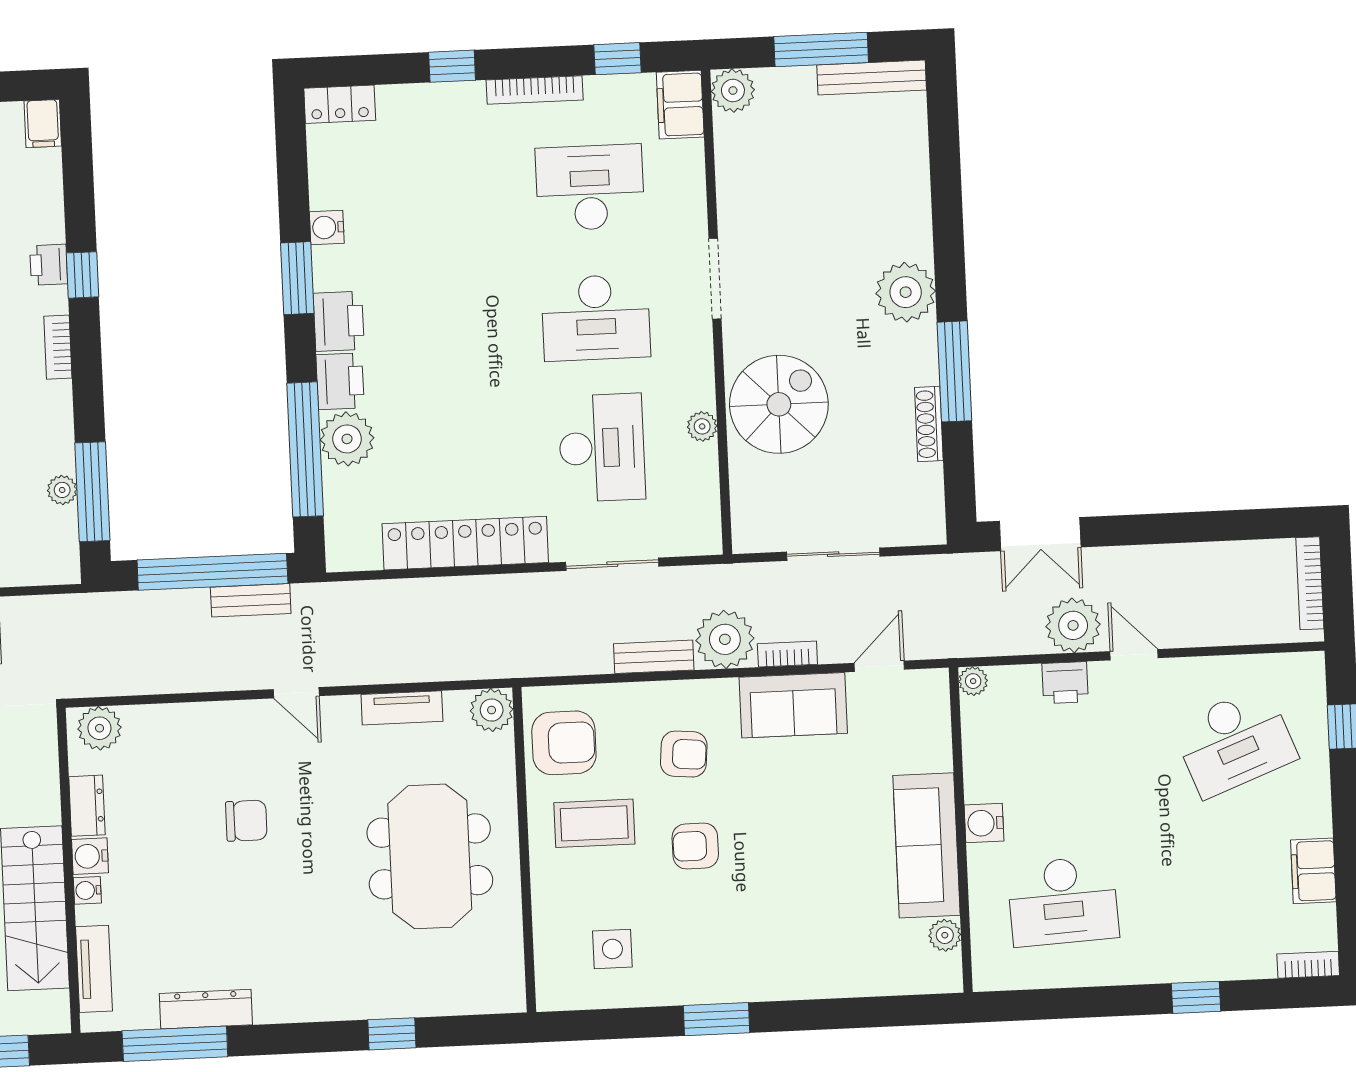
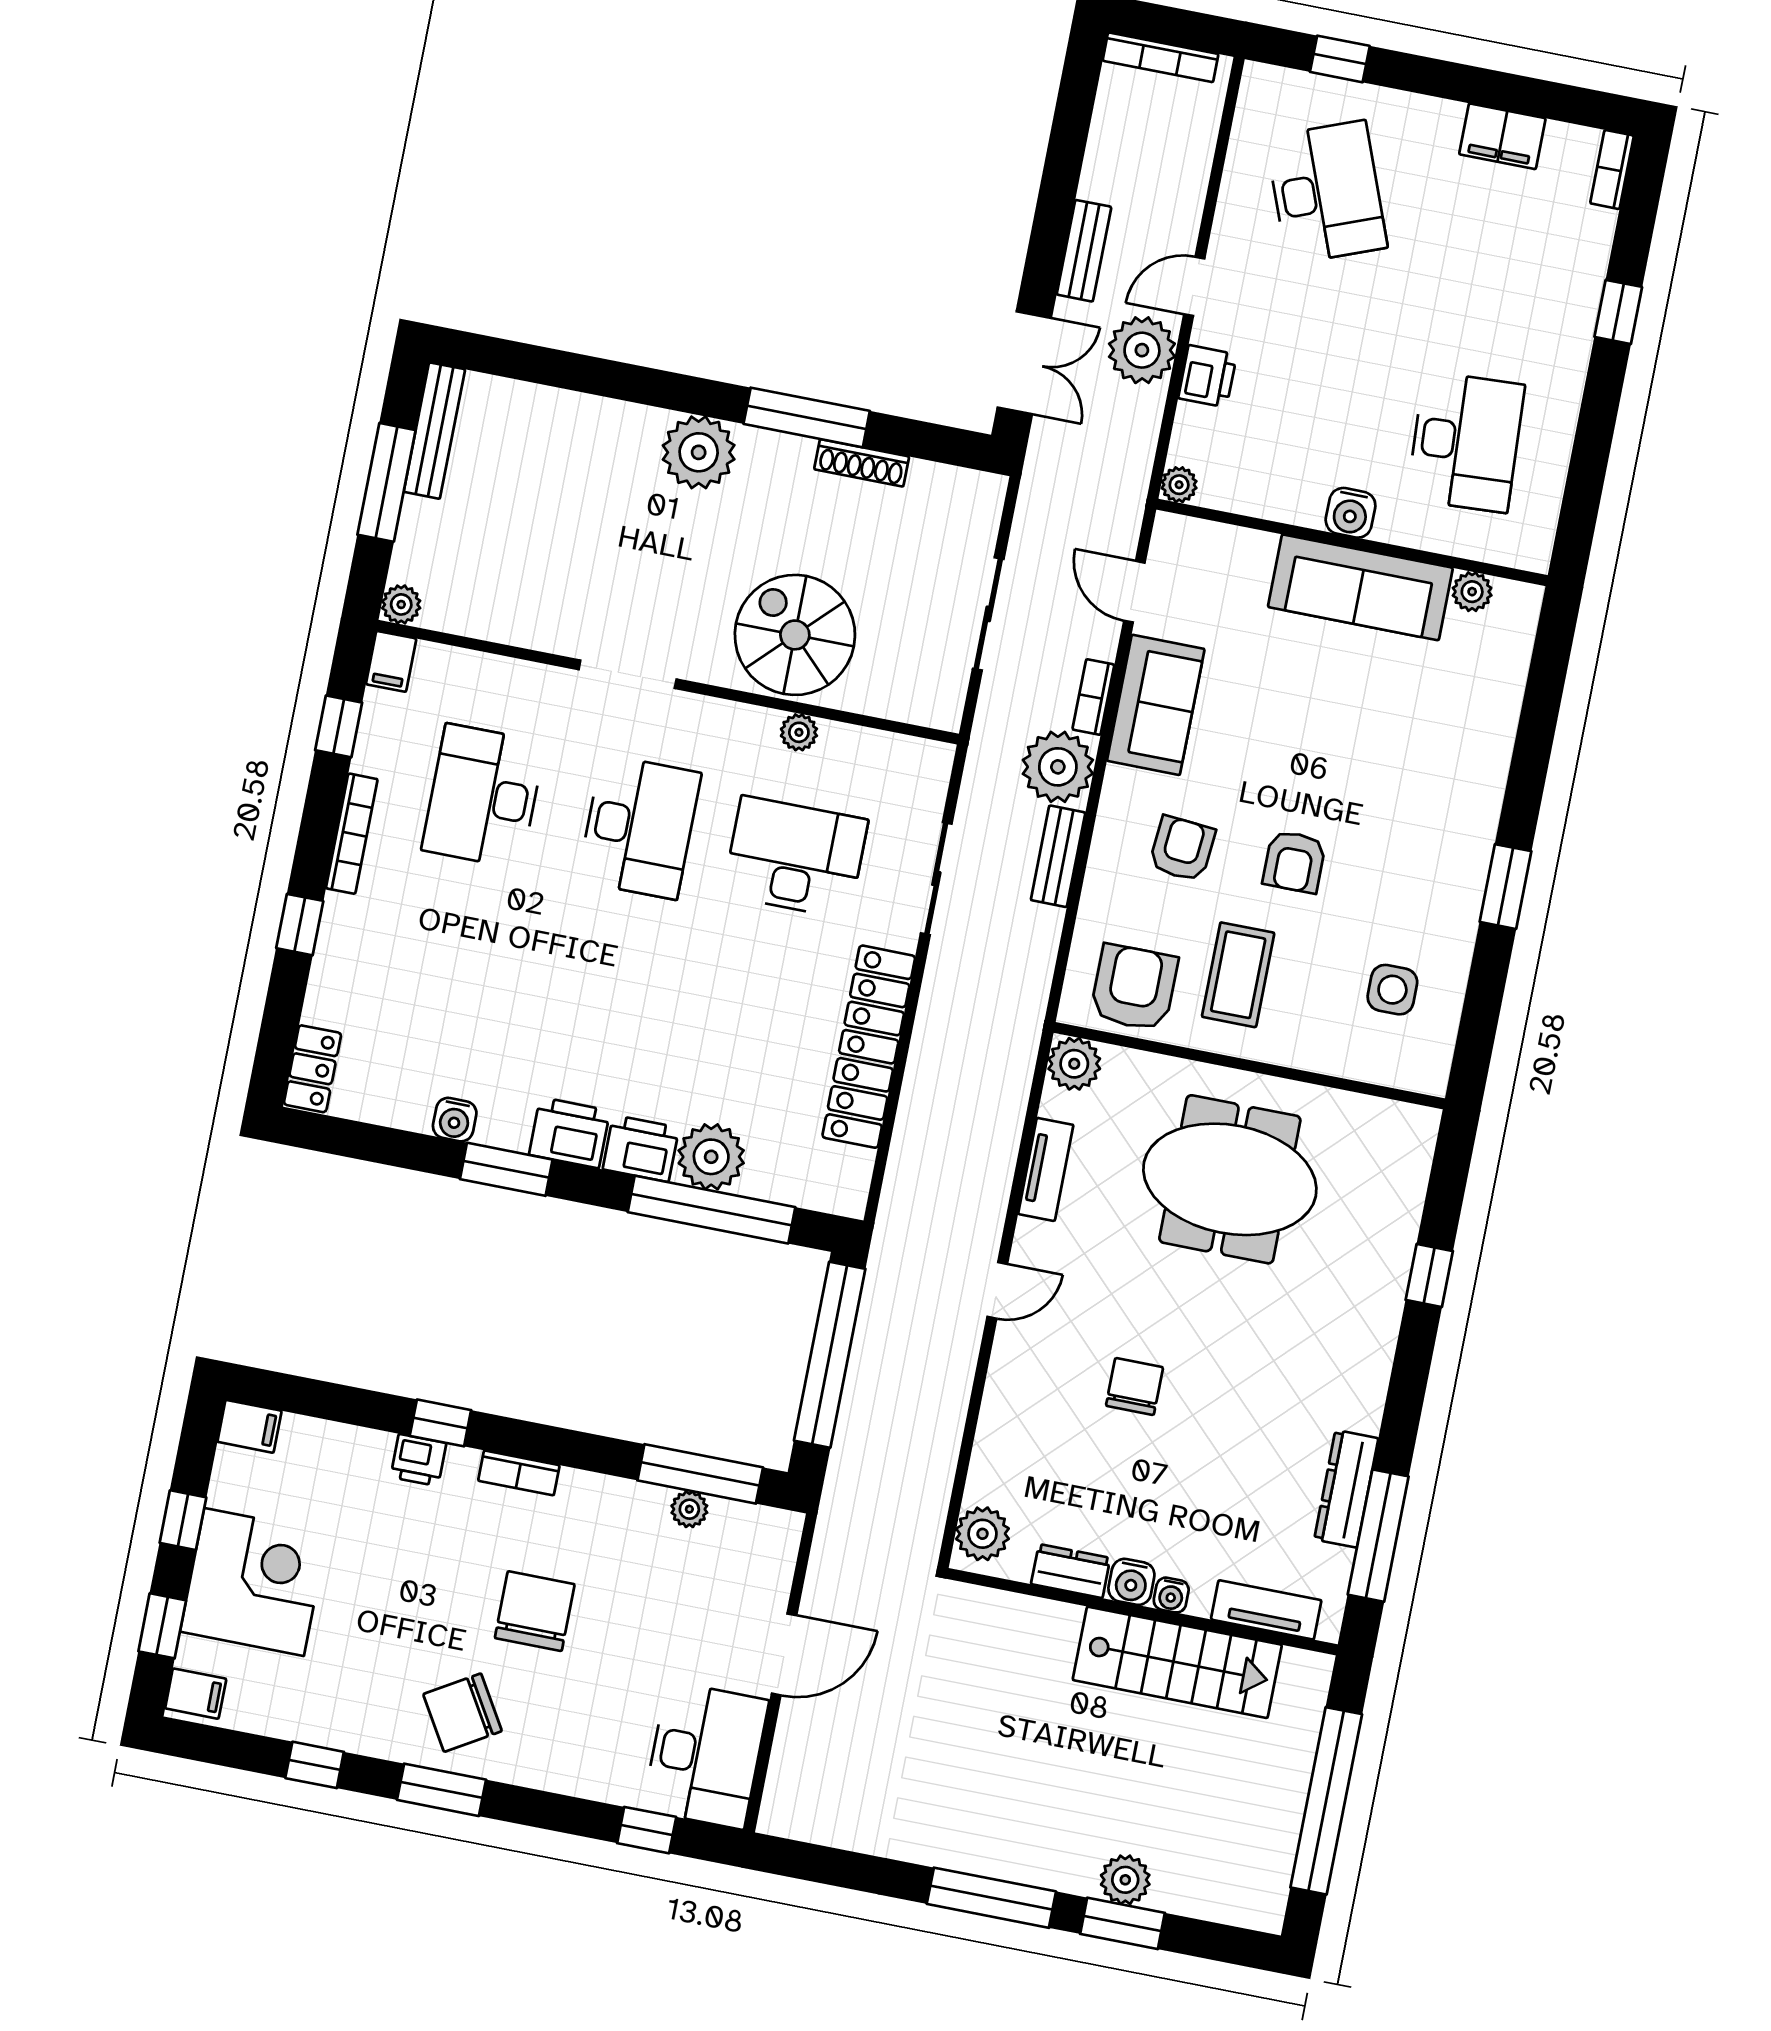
plant: (733, 91) -> (401, 604), width x0.73, depth x0.73
filing cabinet: (680, 105) -> (391, 661), width x0.50
bench: (251, 600) -> (1084, 251), moved

